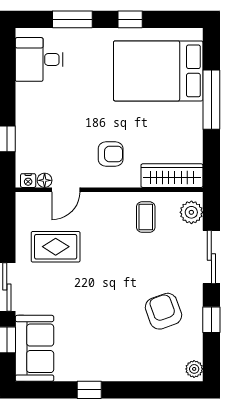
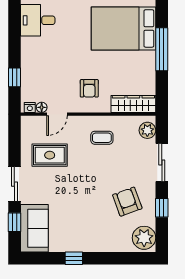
armchair: (111, 154) -> (89, 88), turned 90
coffee table: (146, 217) -> (102, 138), moved, turned 90
plant: (194, 369) -> (144, 238), width x1.88, depth x1.88

